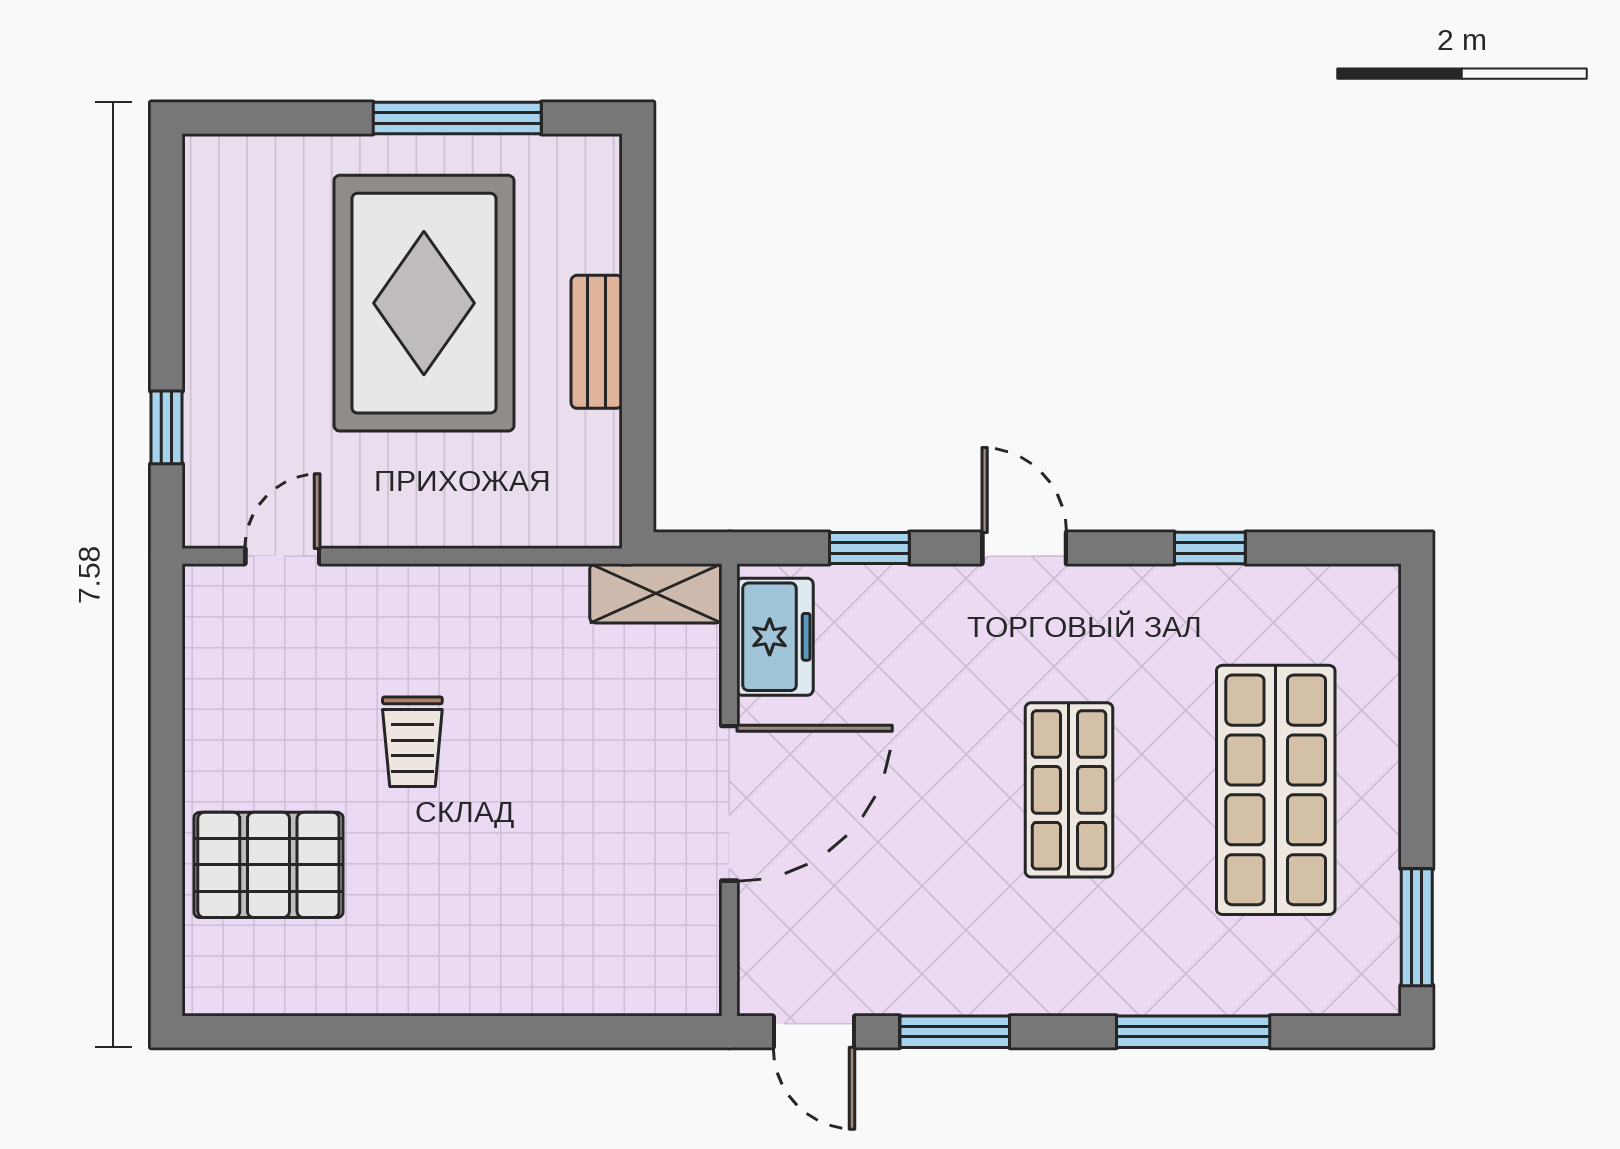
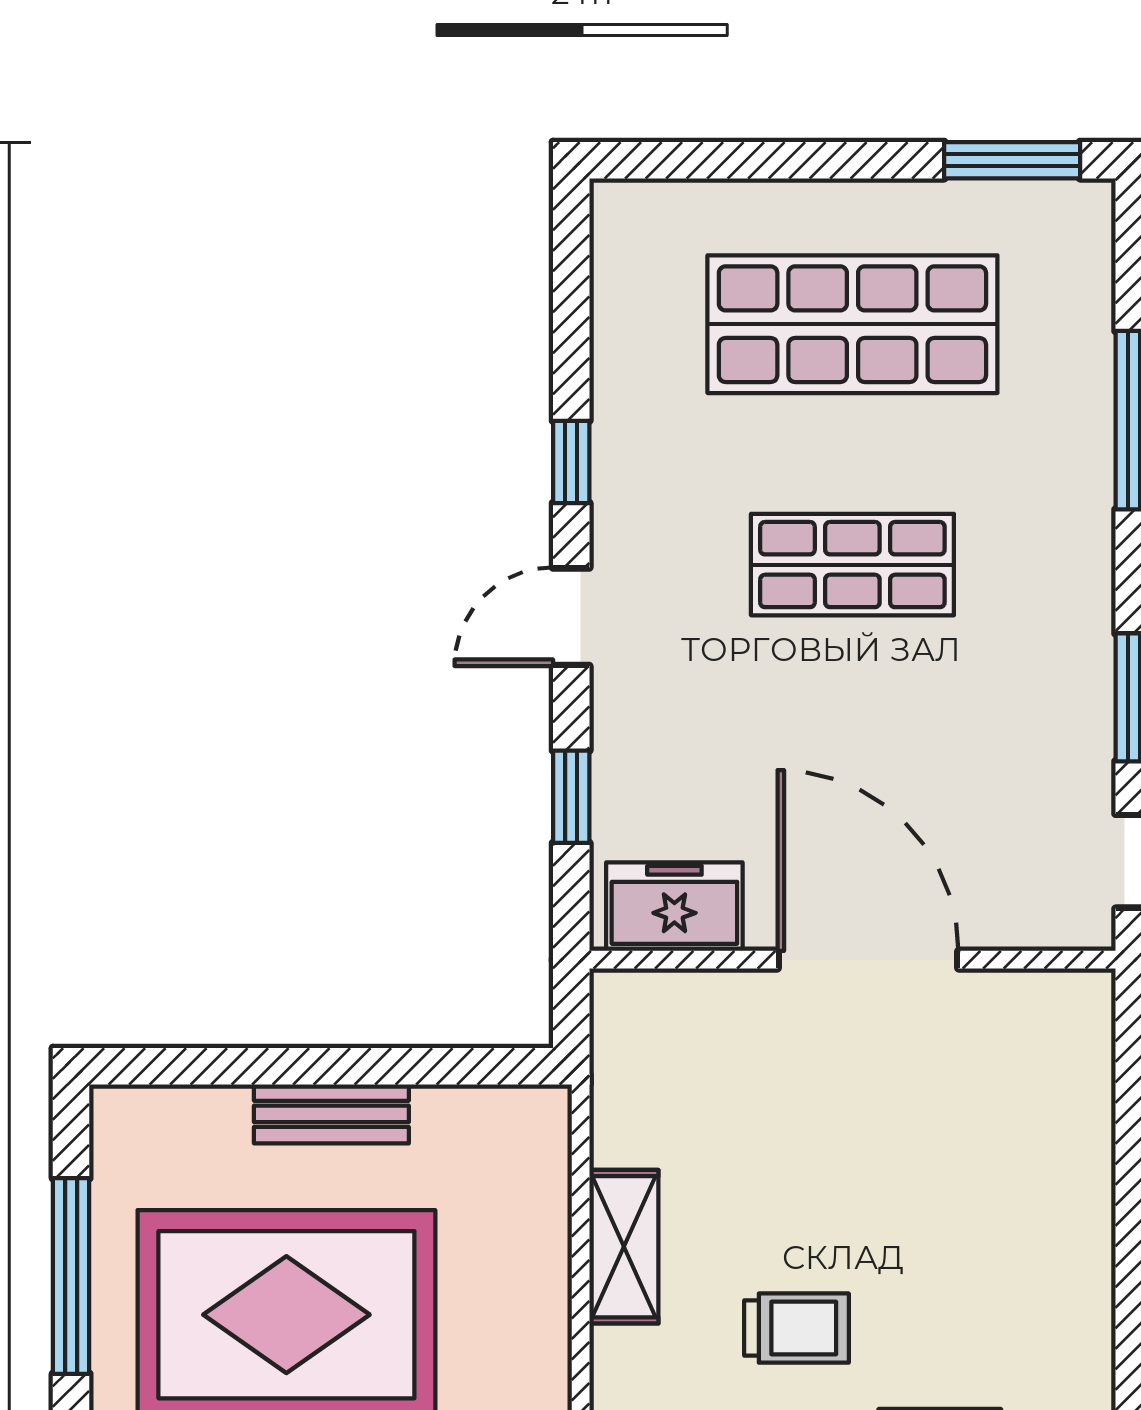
window: (1210, 548) -> (571, 462), moved
shelving: (656, 593) -> (624, 1247), moved

